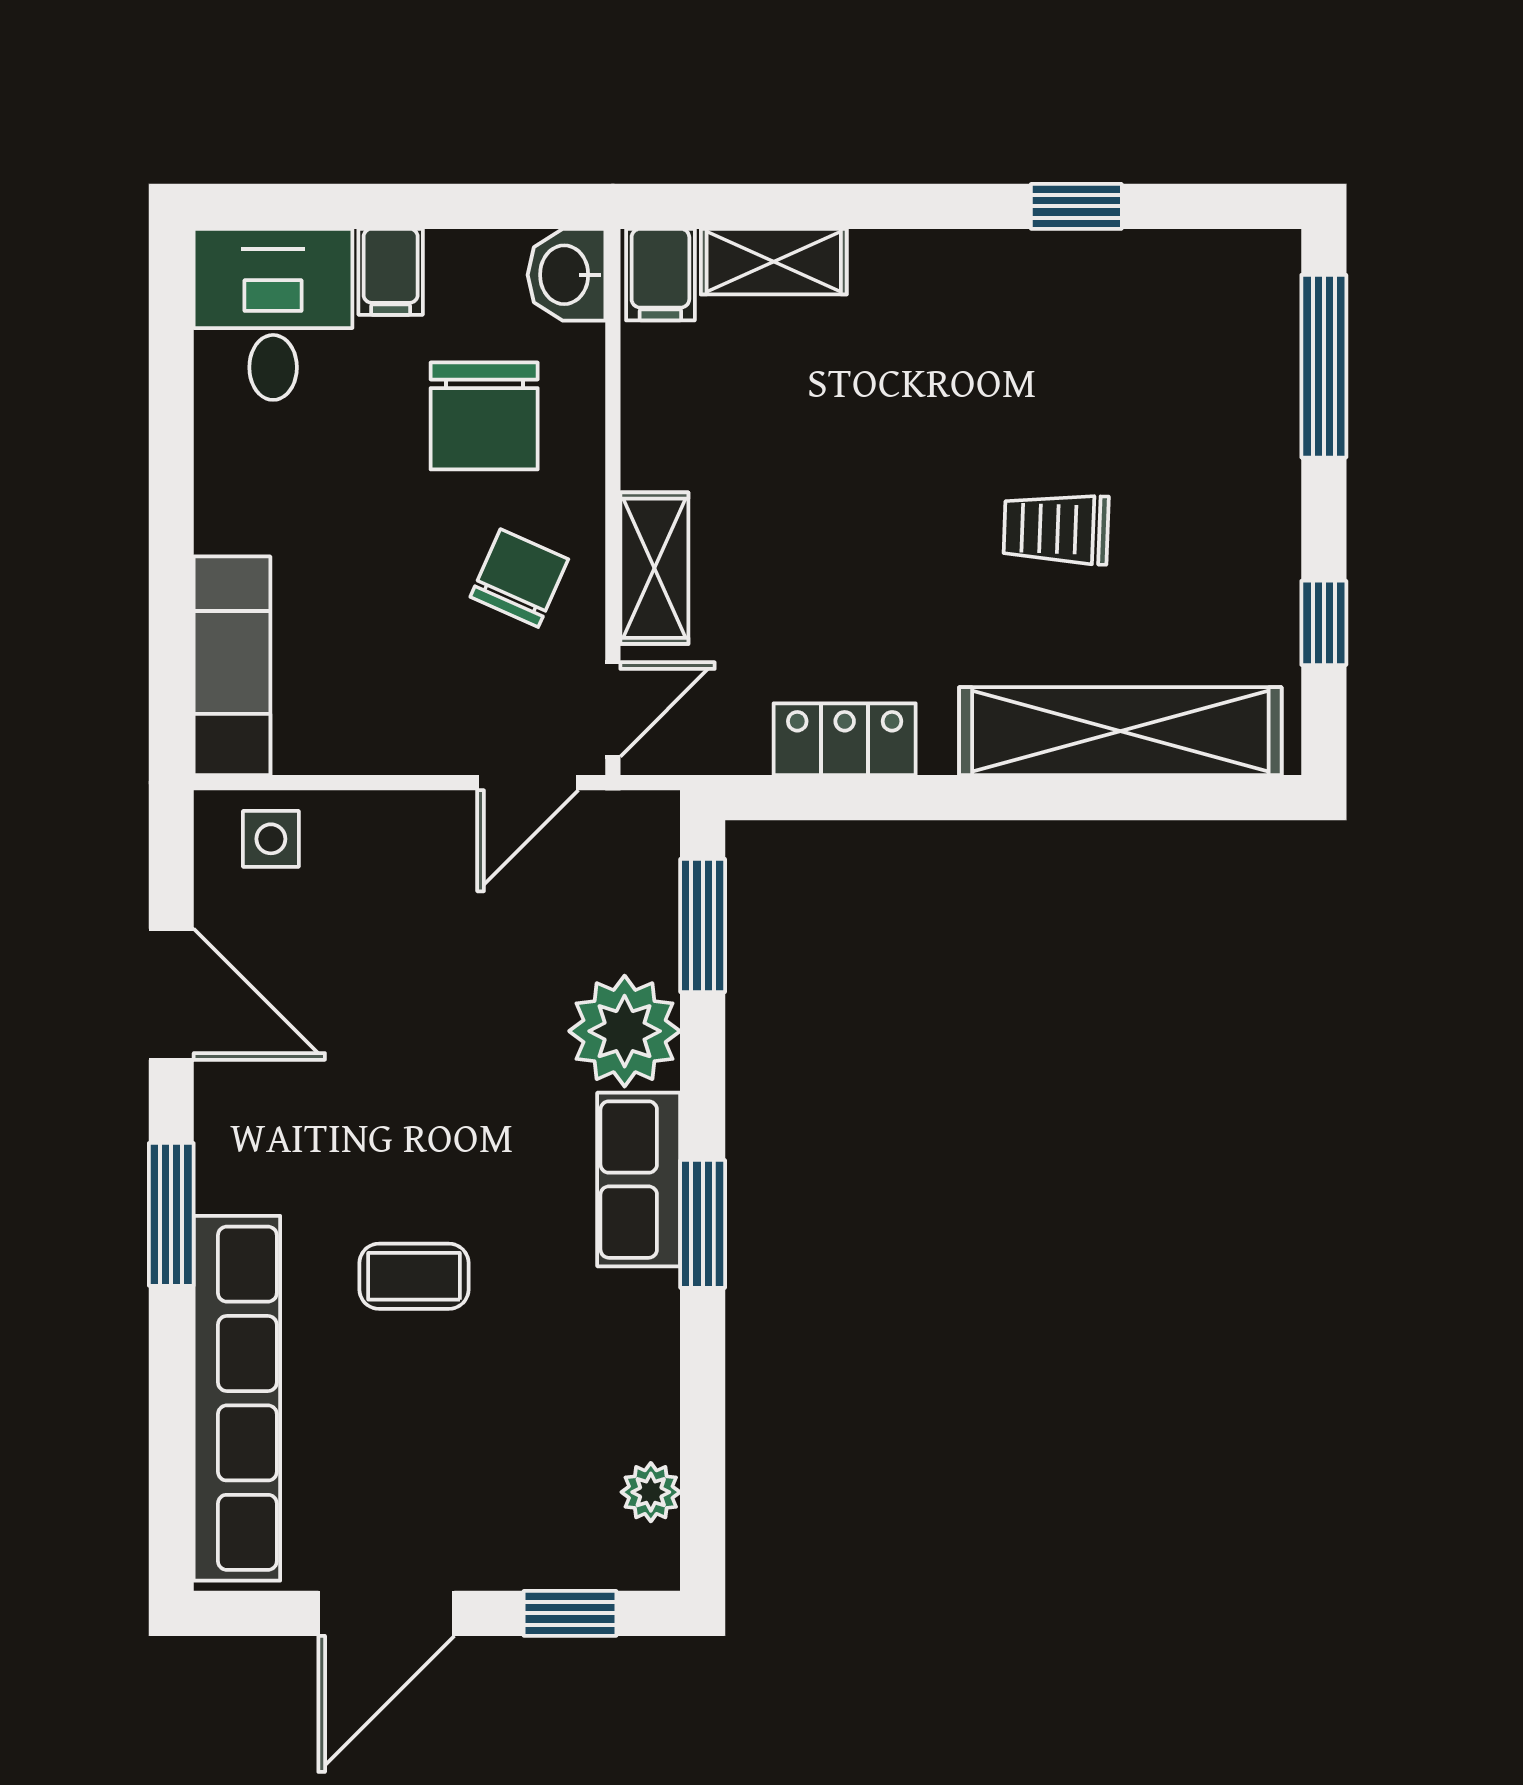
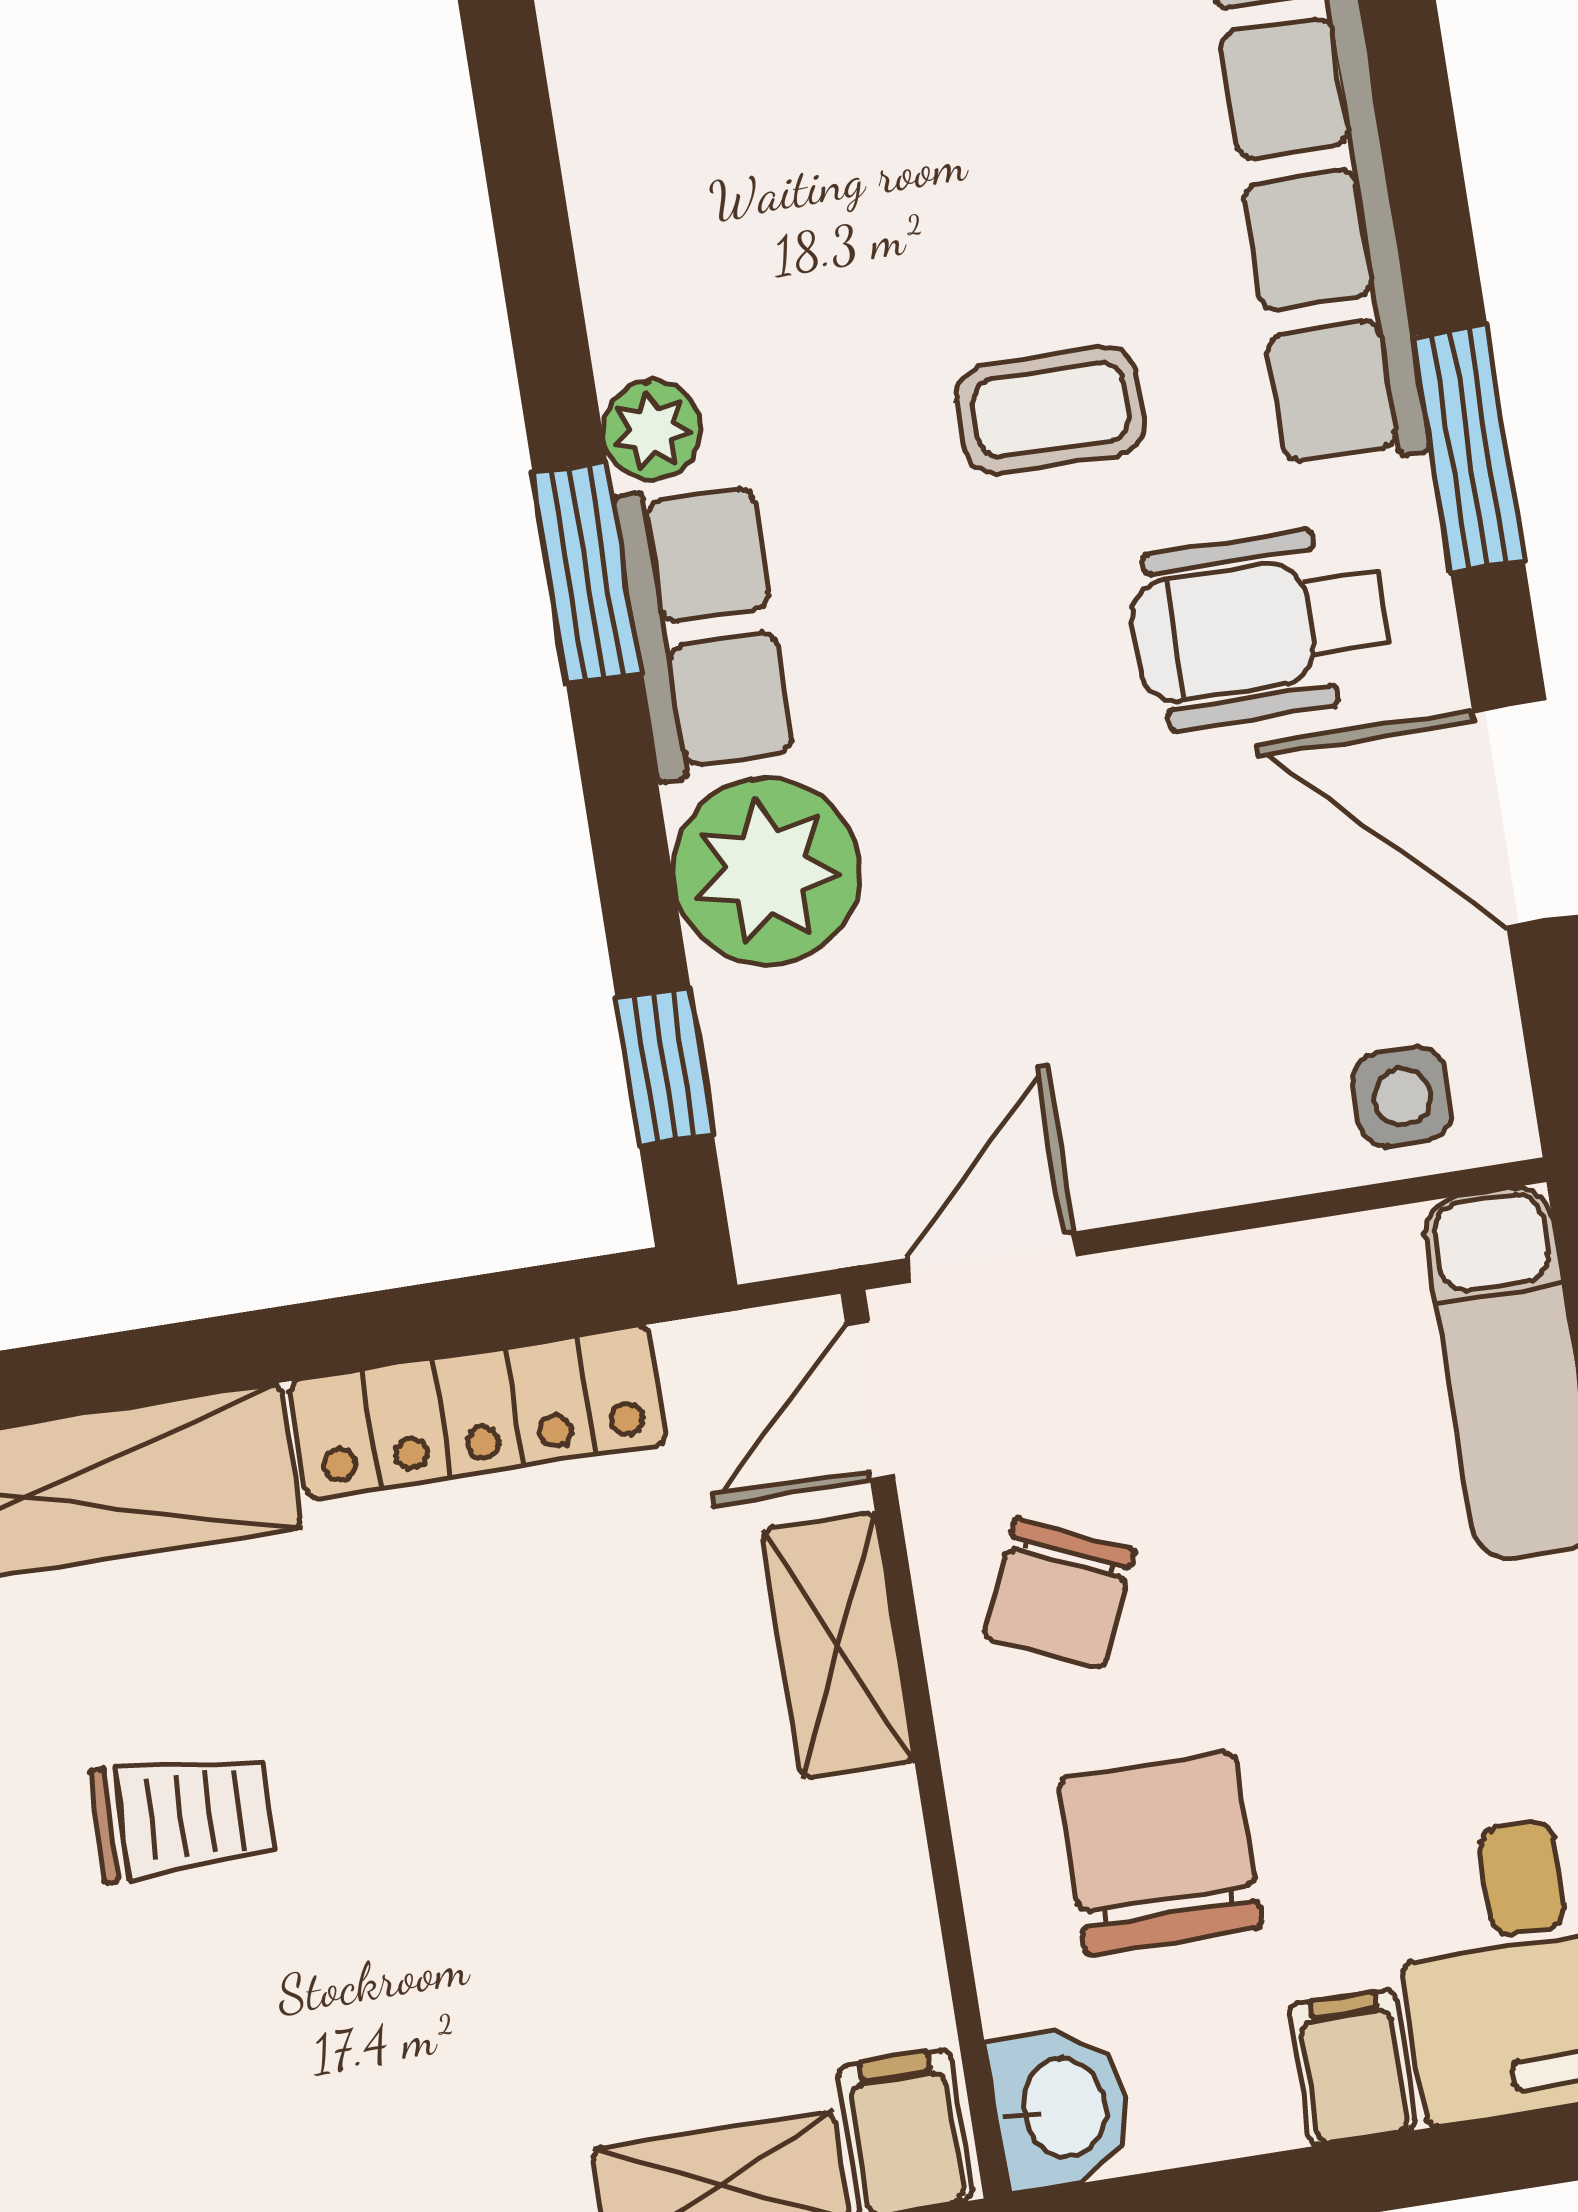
locker: (845, 739) -> (478, 1412), width x1.53
window: (703, 925) -> (665, 1067), width x0.67
wheelchair: (311, 1129) -> (1260, 627), added
plant: (651, 1492) -> (652, 430), moved

